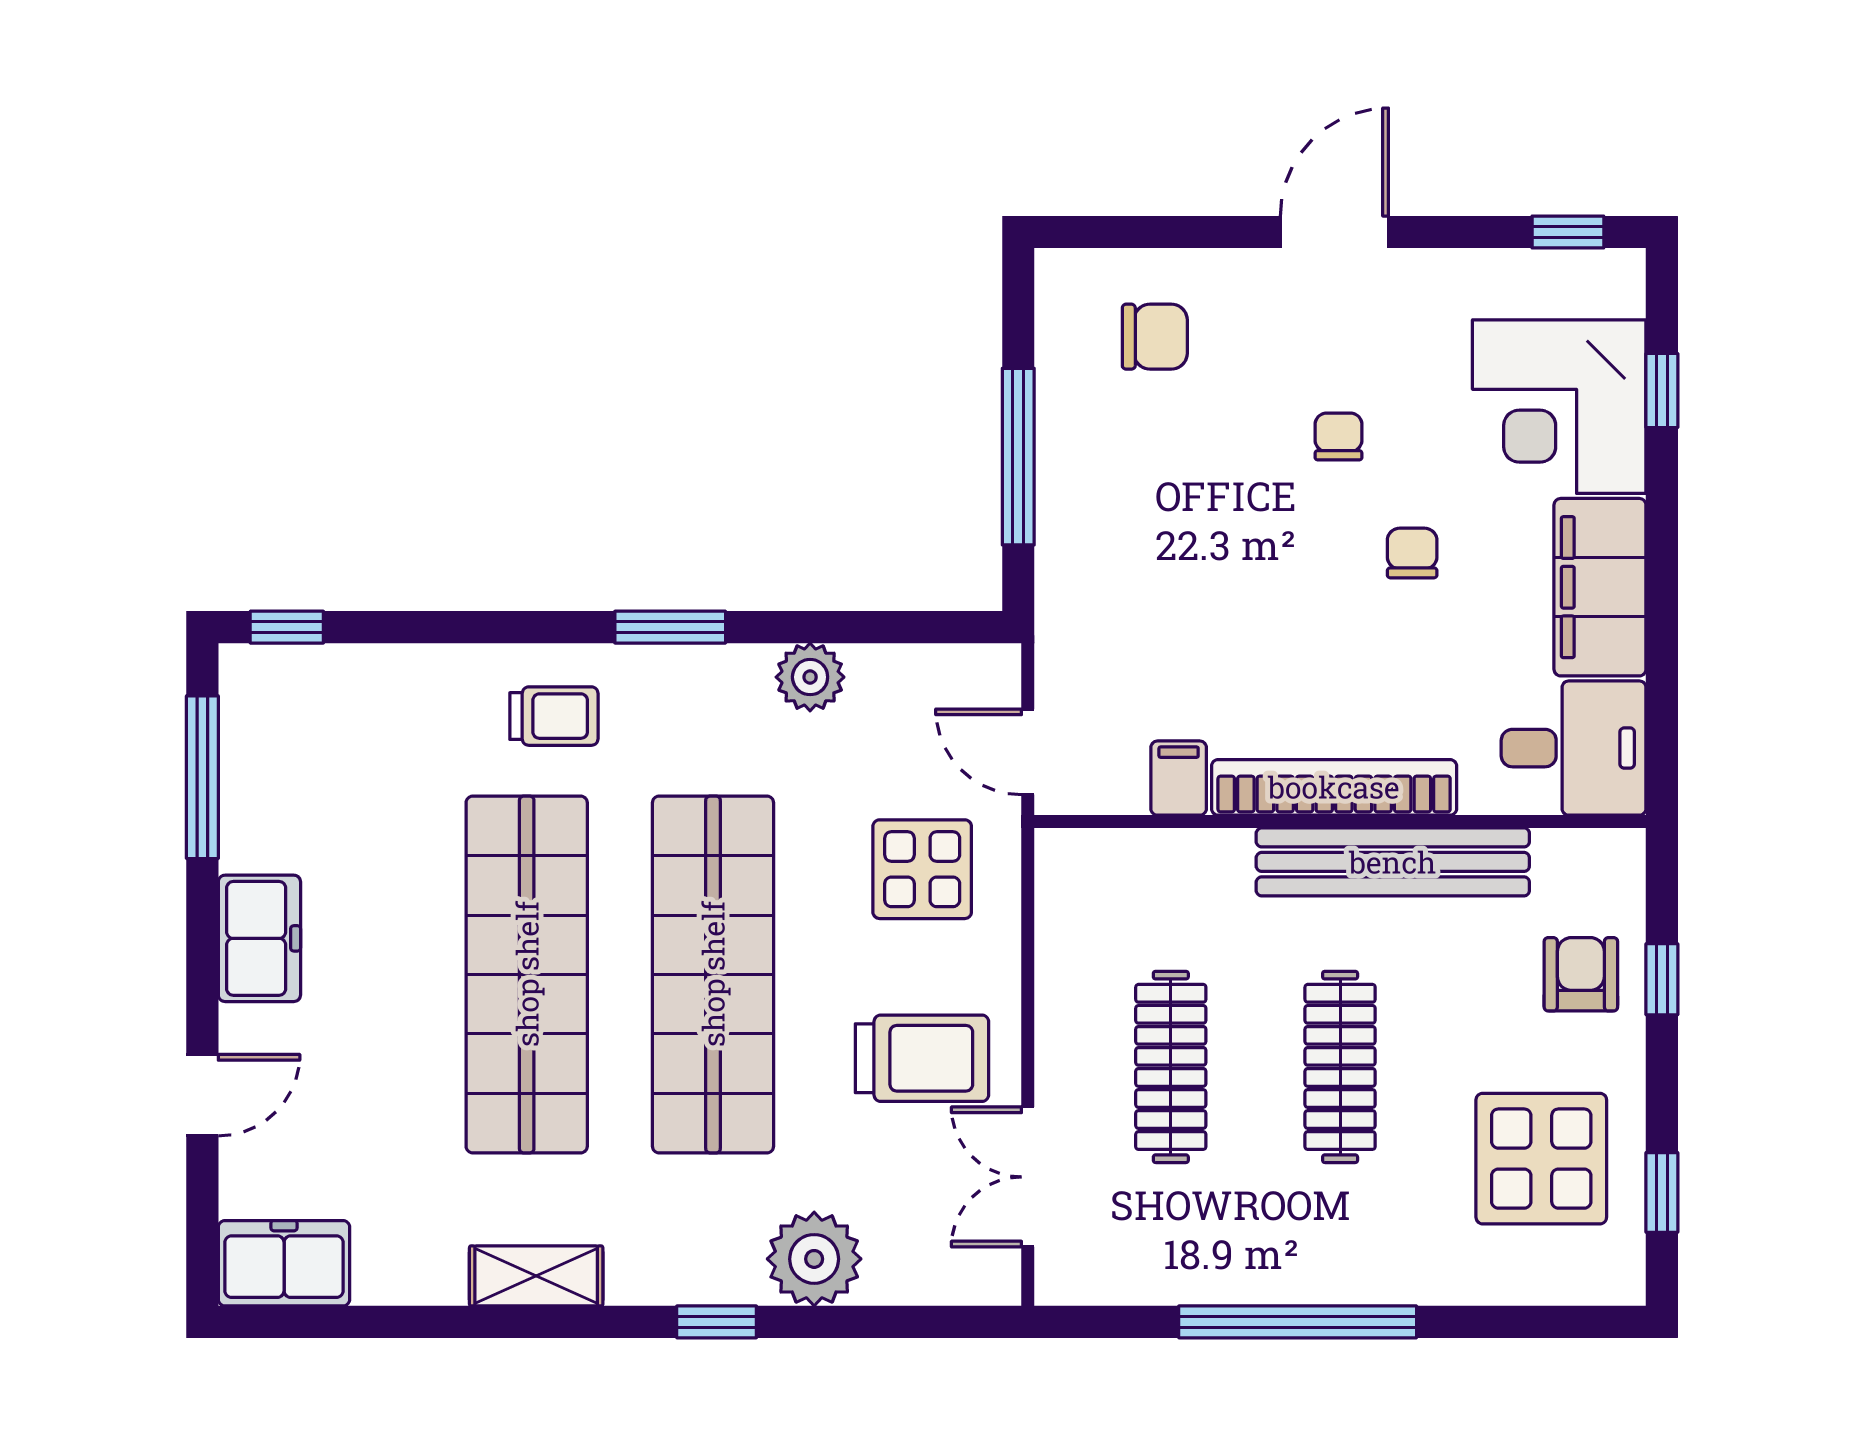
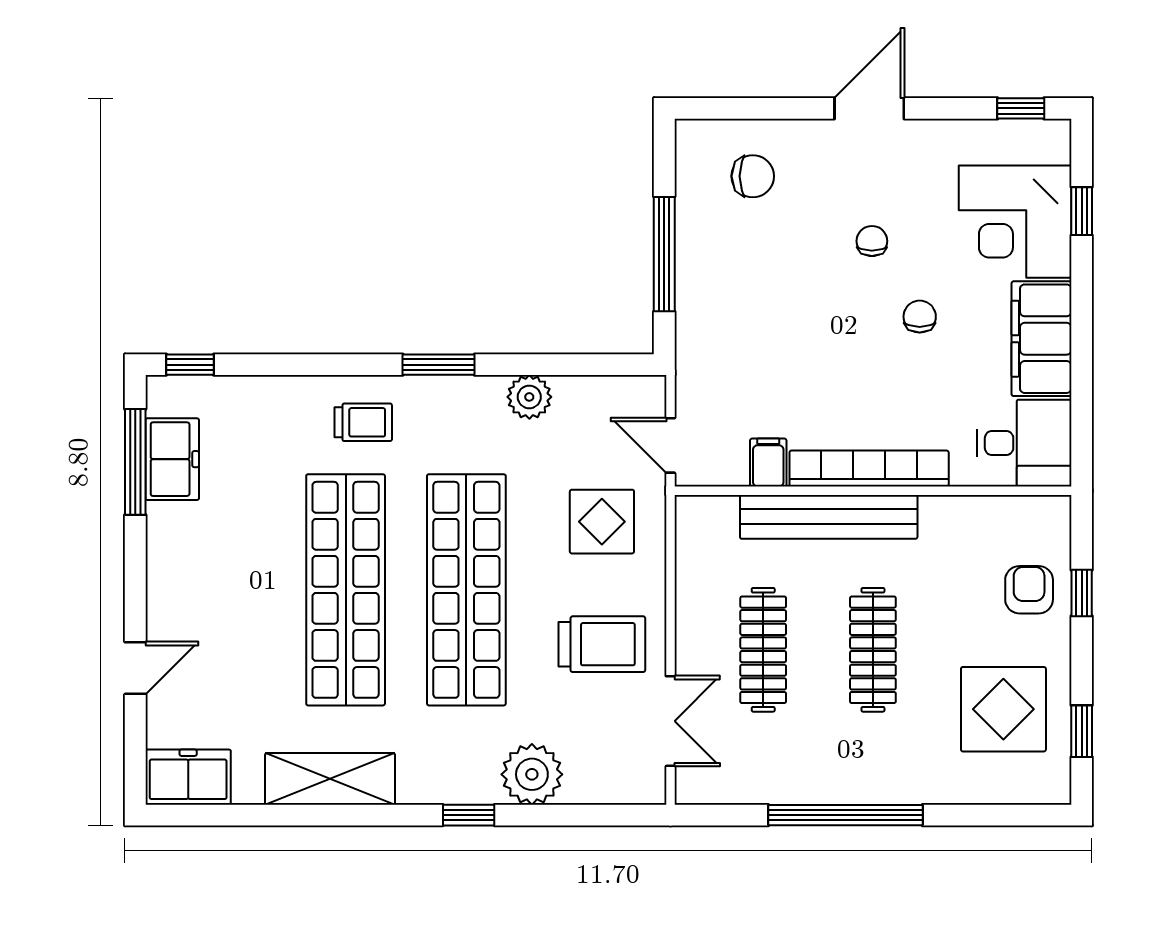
bench: (1393, 862) -> (829, 517), moved
freezer: (259, 938) -> (172, 459), moved
double door: (1028, 1177) -> (670, 721), swing flipped
shelving: (536, 1276) -> (330, 779), width x1.50, depth x1.33

